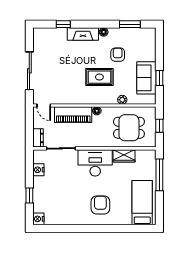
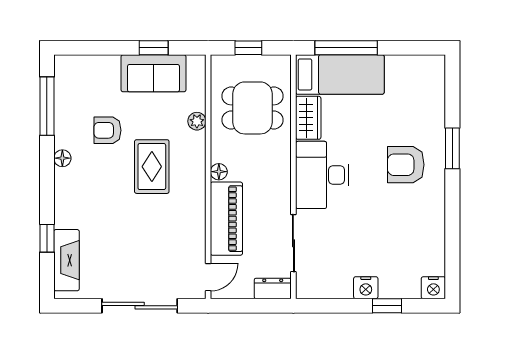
window: (130, 24) -> (47, 106), width x1.44
fireplace: (83, 34) -> (66, 260), moved
dining table: (129, 128) -> (253, 108), turned 90
nightstand: (38, 170) -> (366, 288), moved
bed: (142, 203) -> (340, 74), moved, turned 180
window: (109, 228) -> (452, 148), added

